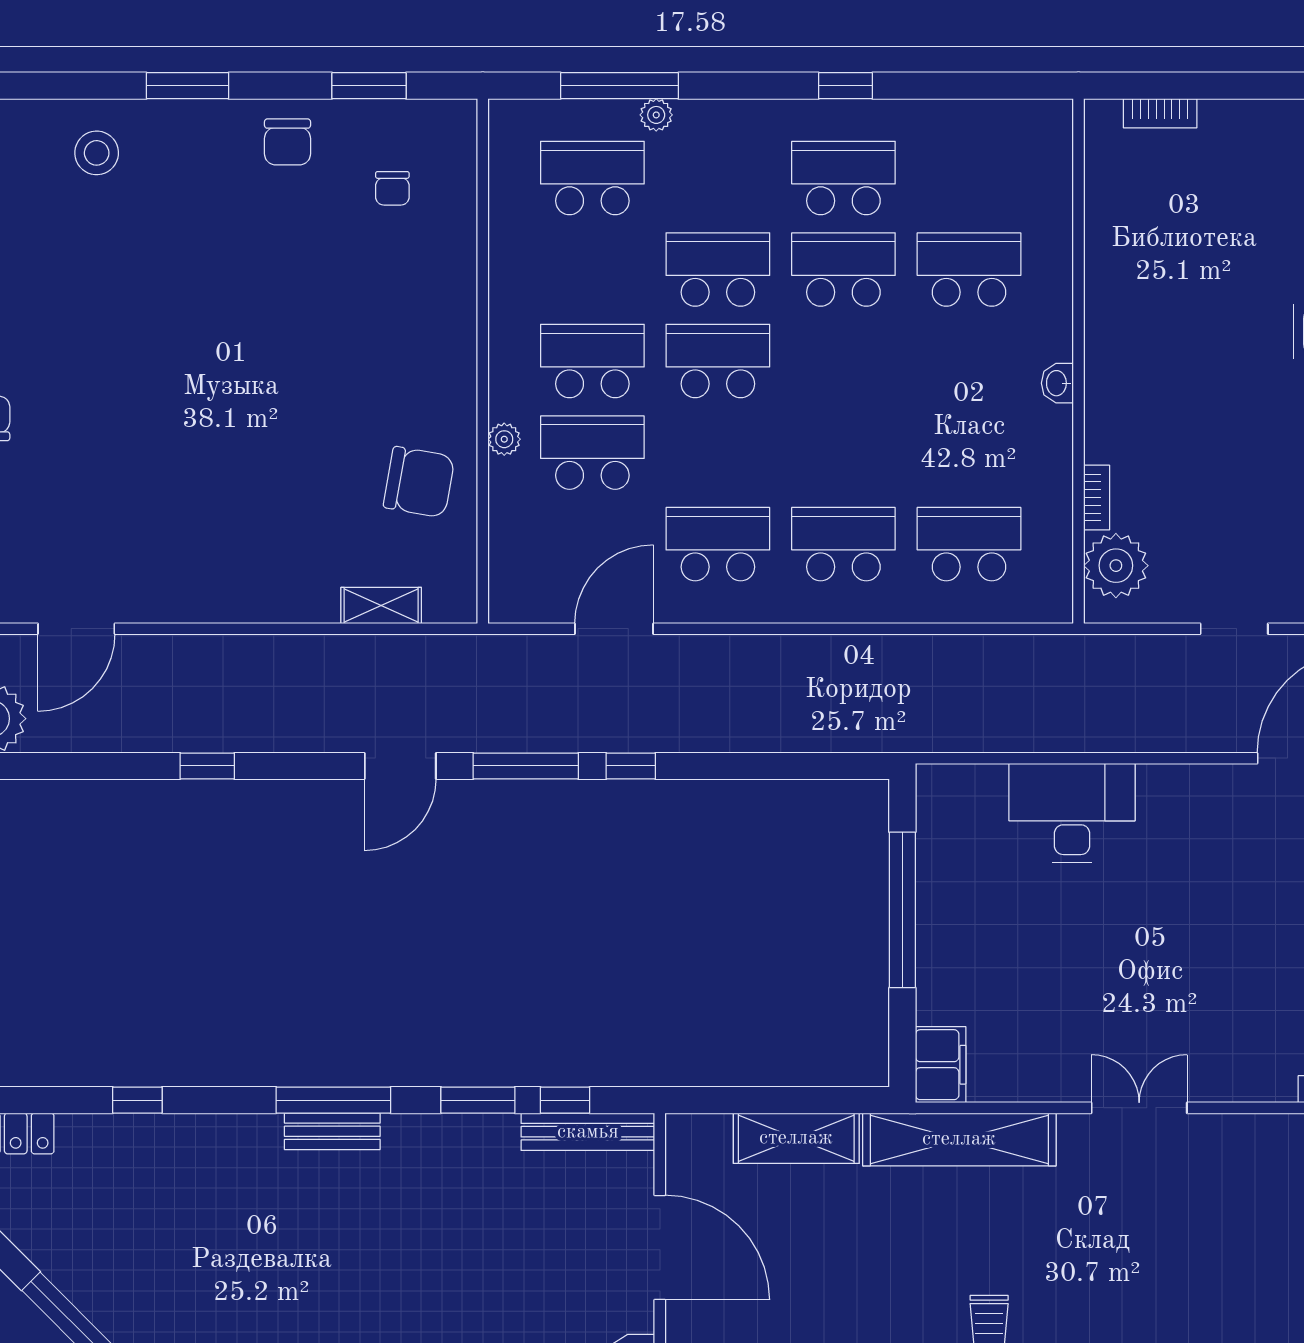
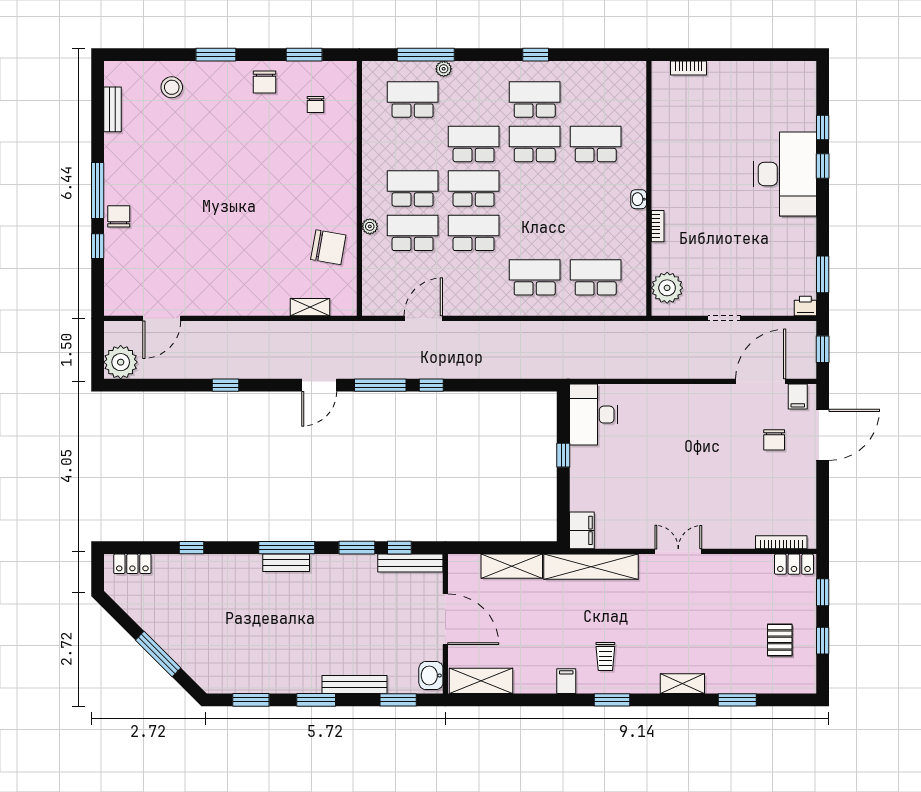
bookcase: (1097, 498) -> (658, 226), moved
school desk: (718, 544) -> (474, 233), moved
desk: (1072, 813) -> (594, 415), moved, turned -90
window: (902, 910) -> (563, 455), width x0.32

